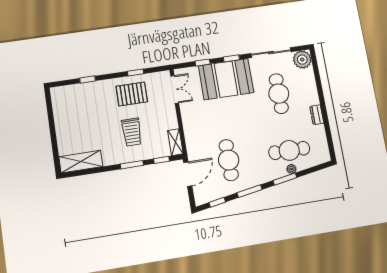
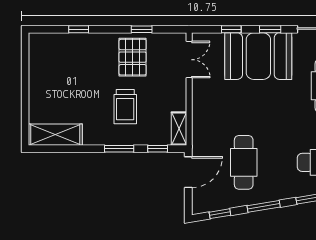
pallet: (132, 94) -> (133, 57), turned 90

